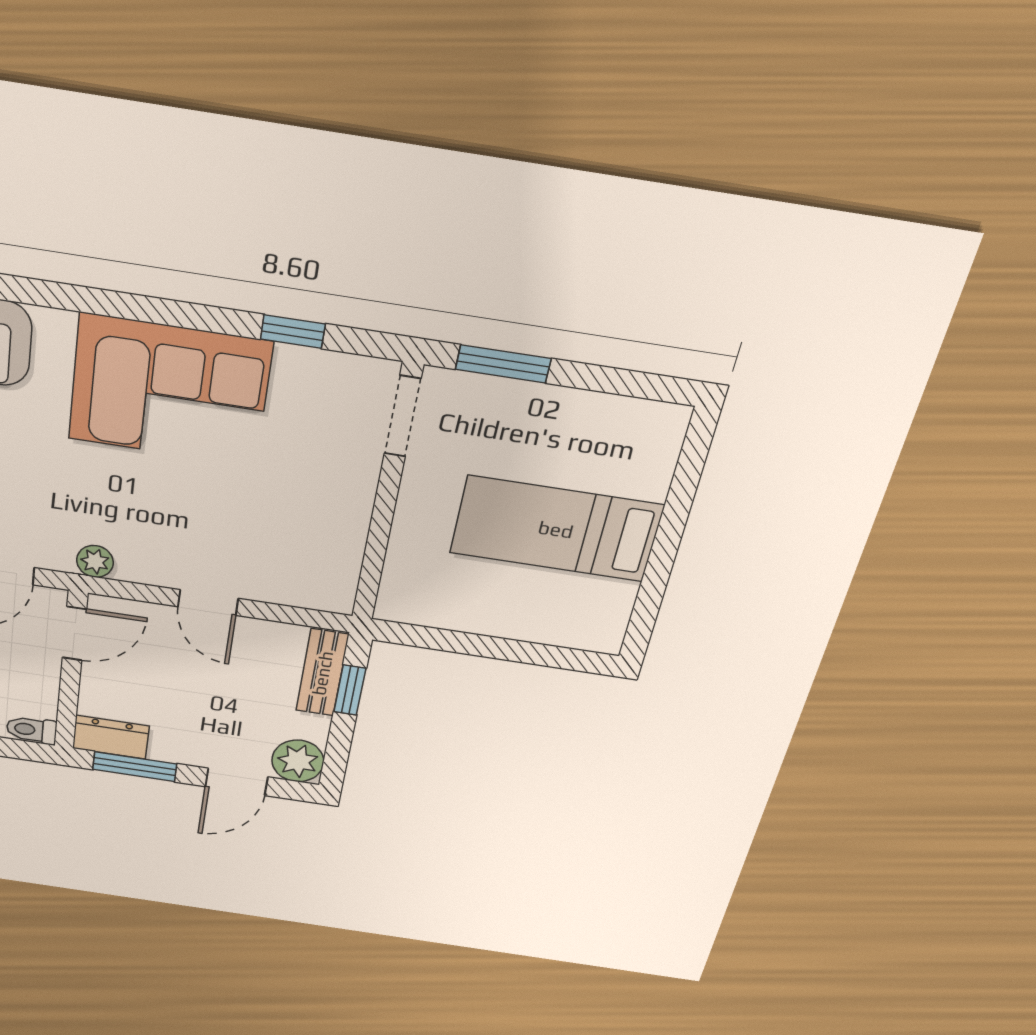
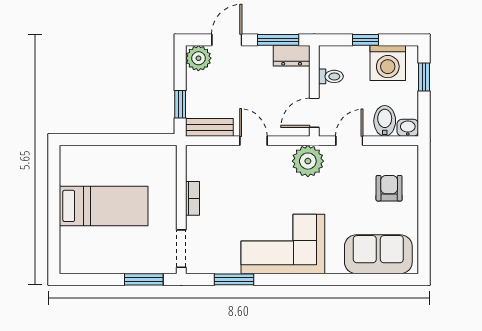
window: (293, 332) -> (234, 279), width x1.50
bookcase: (357, 514) -> (193, 198), added
plant: (95, 561) -> (308, 161), width x1.88, depth x1.88
bench: (322, 673) -> (209, 127), moved, turned 90
toilet: (32, 730) -> (331, 76), moved

